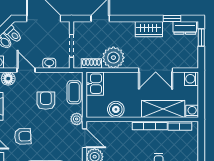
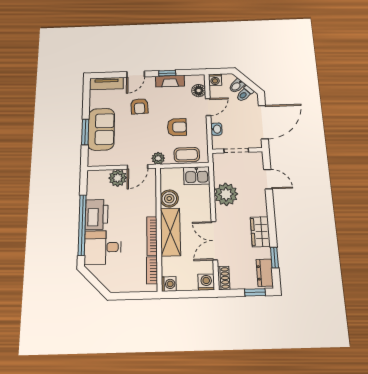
shoe rack: (91, 64) -> (224, 278), moved
shelving: (163, 109) -> (170, 232), moved

